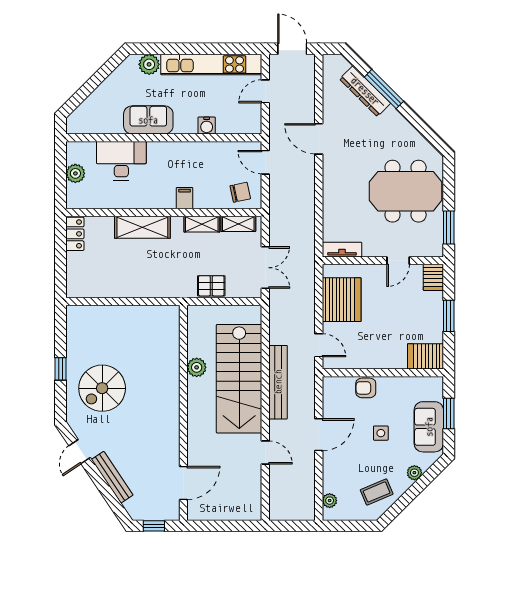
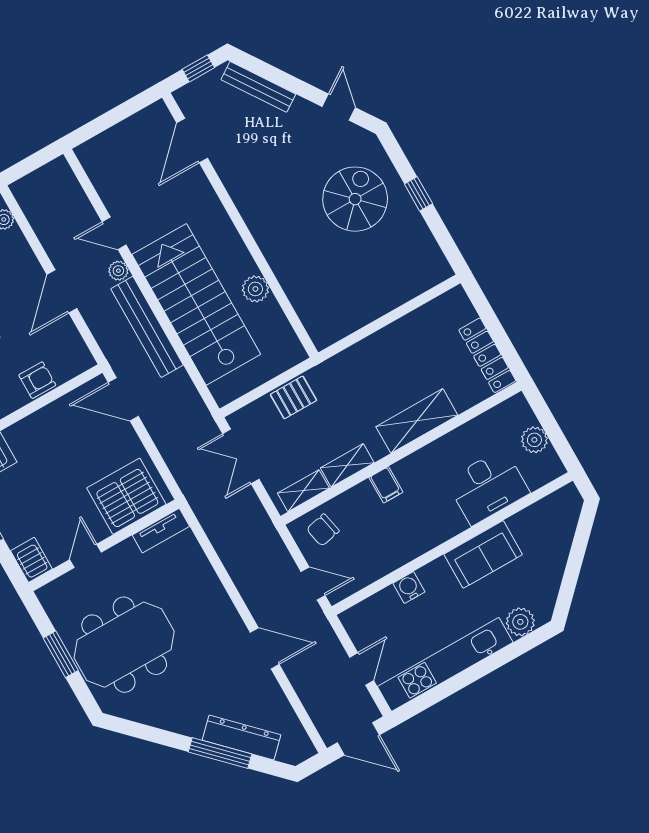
window: (449, 227) -> (61, 654), moved
locker: (75, 234) -> (487, 355), width x1.53
server rack: (342, 300) -> (126, 496), moved, turned 90
door: (319, 345) -> (123, 399), width x1.38
plant: (276, 428) -> (118, 271), added
bench: (112, 477) -> (258, 87), moved

